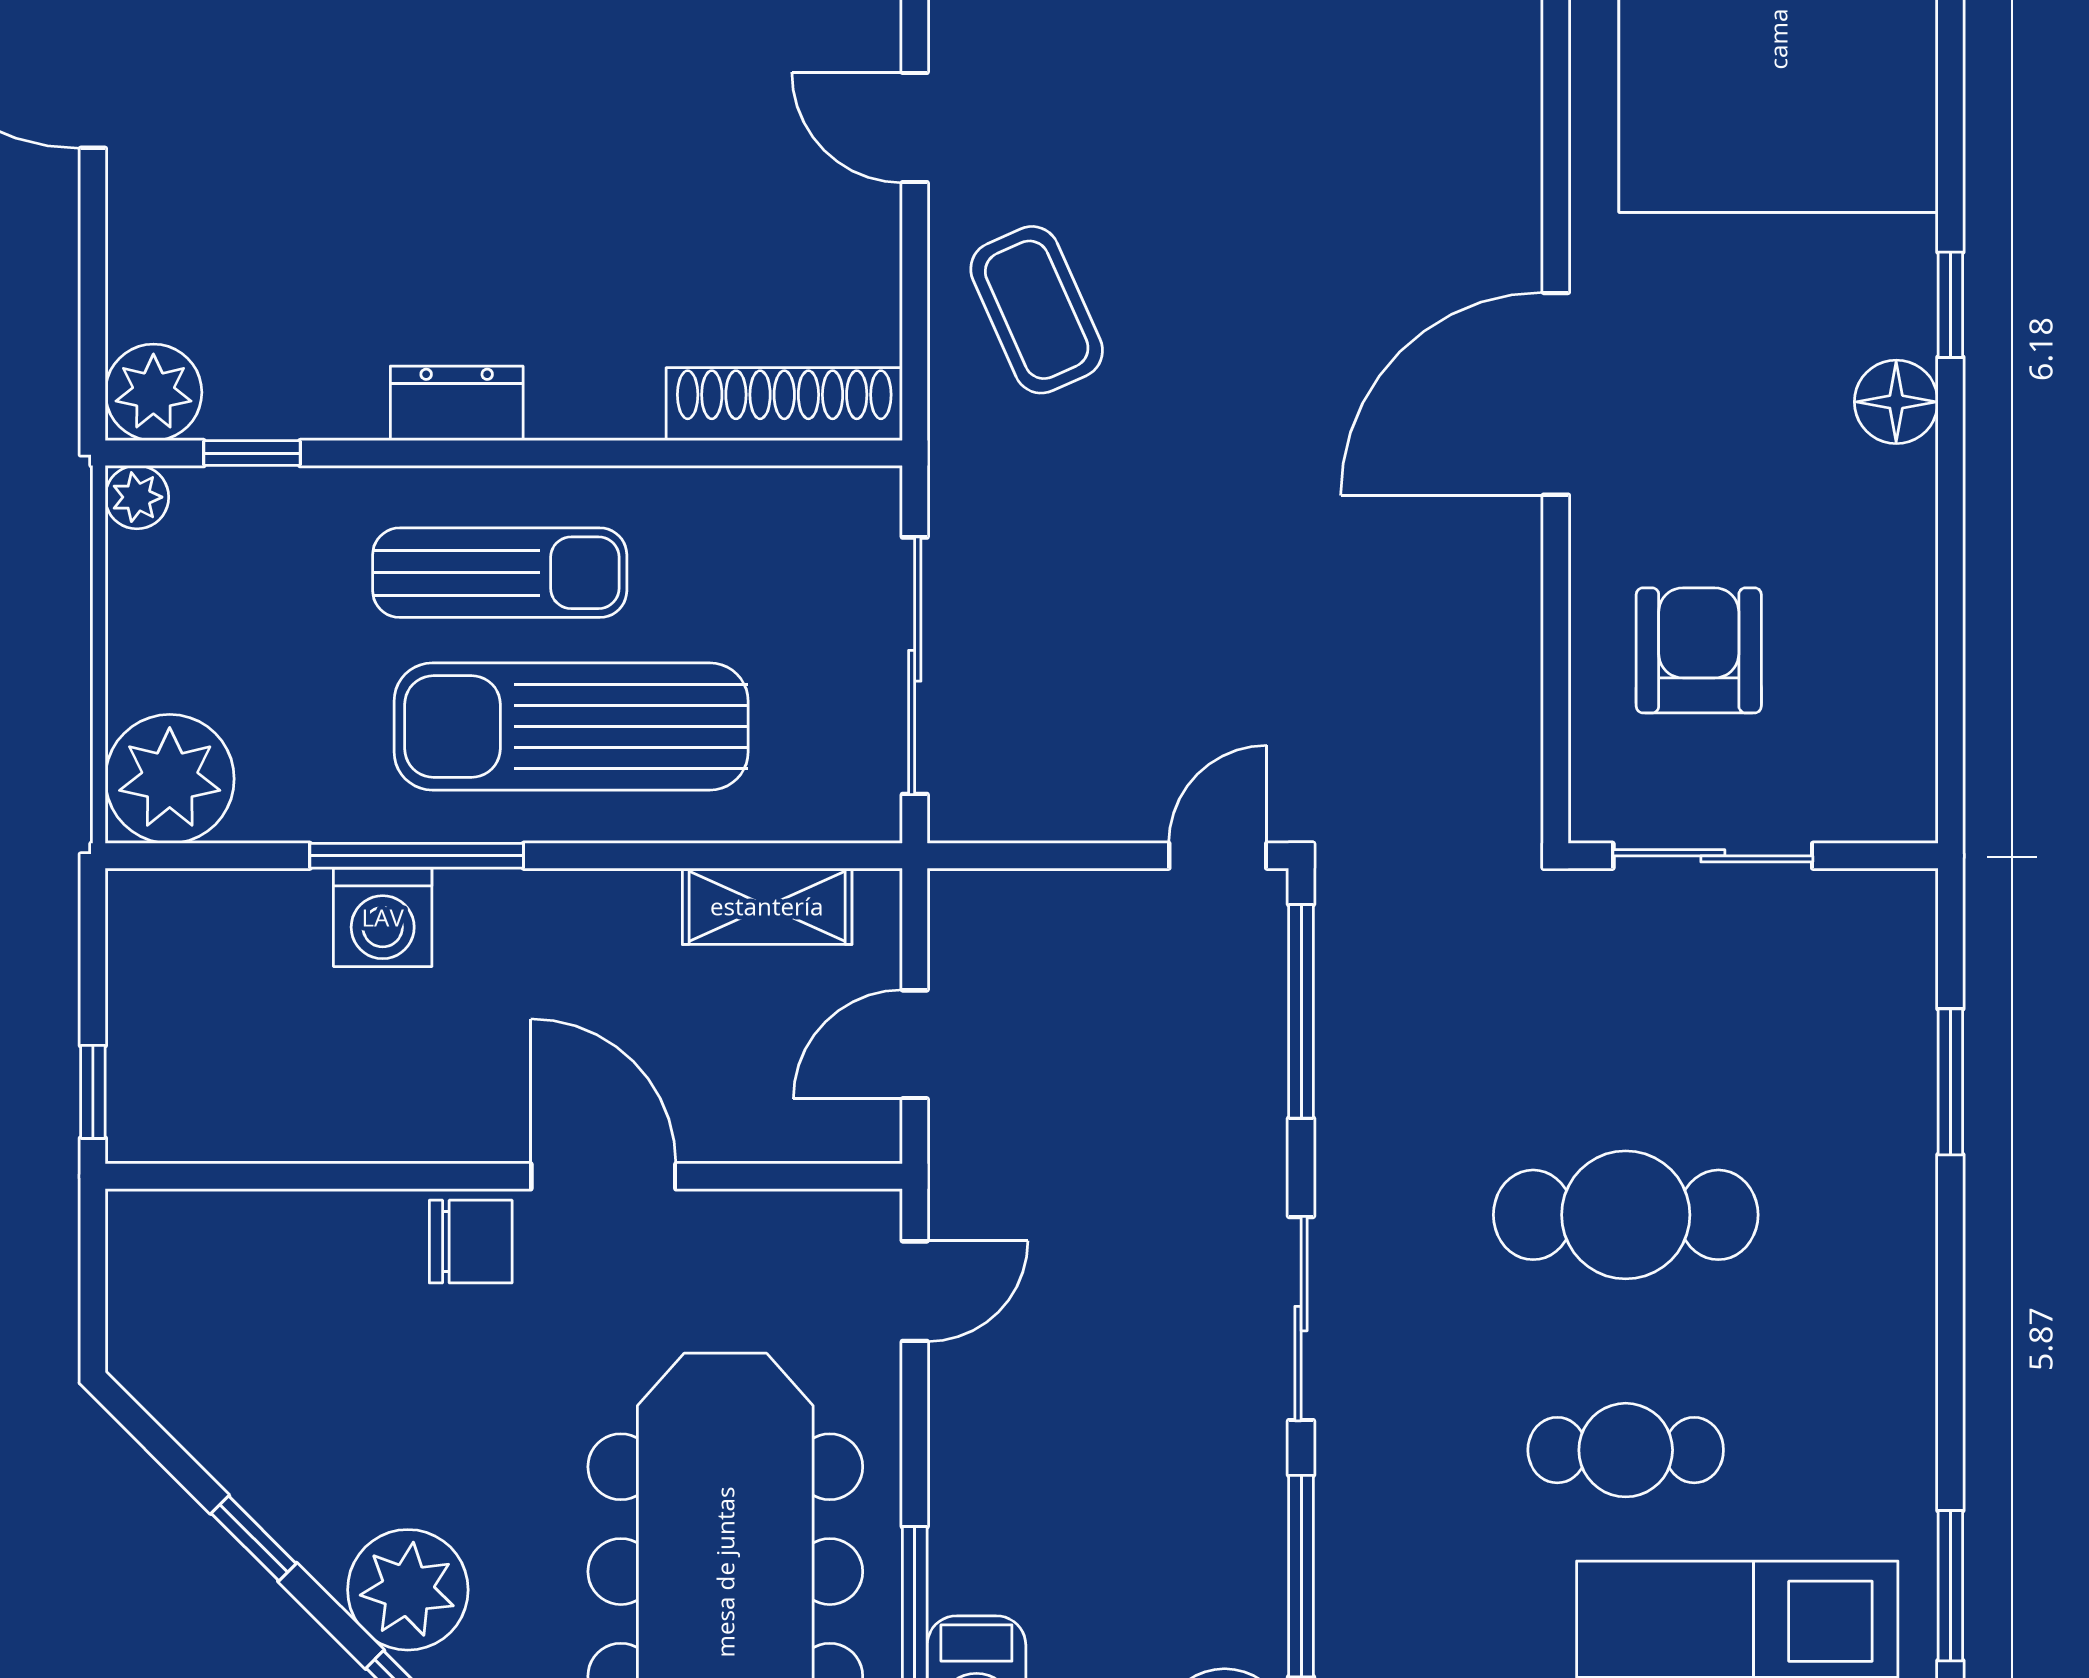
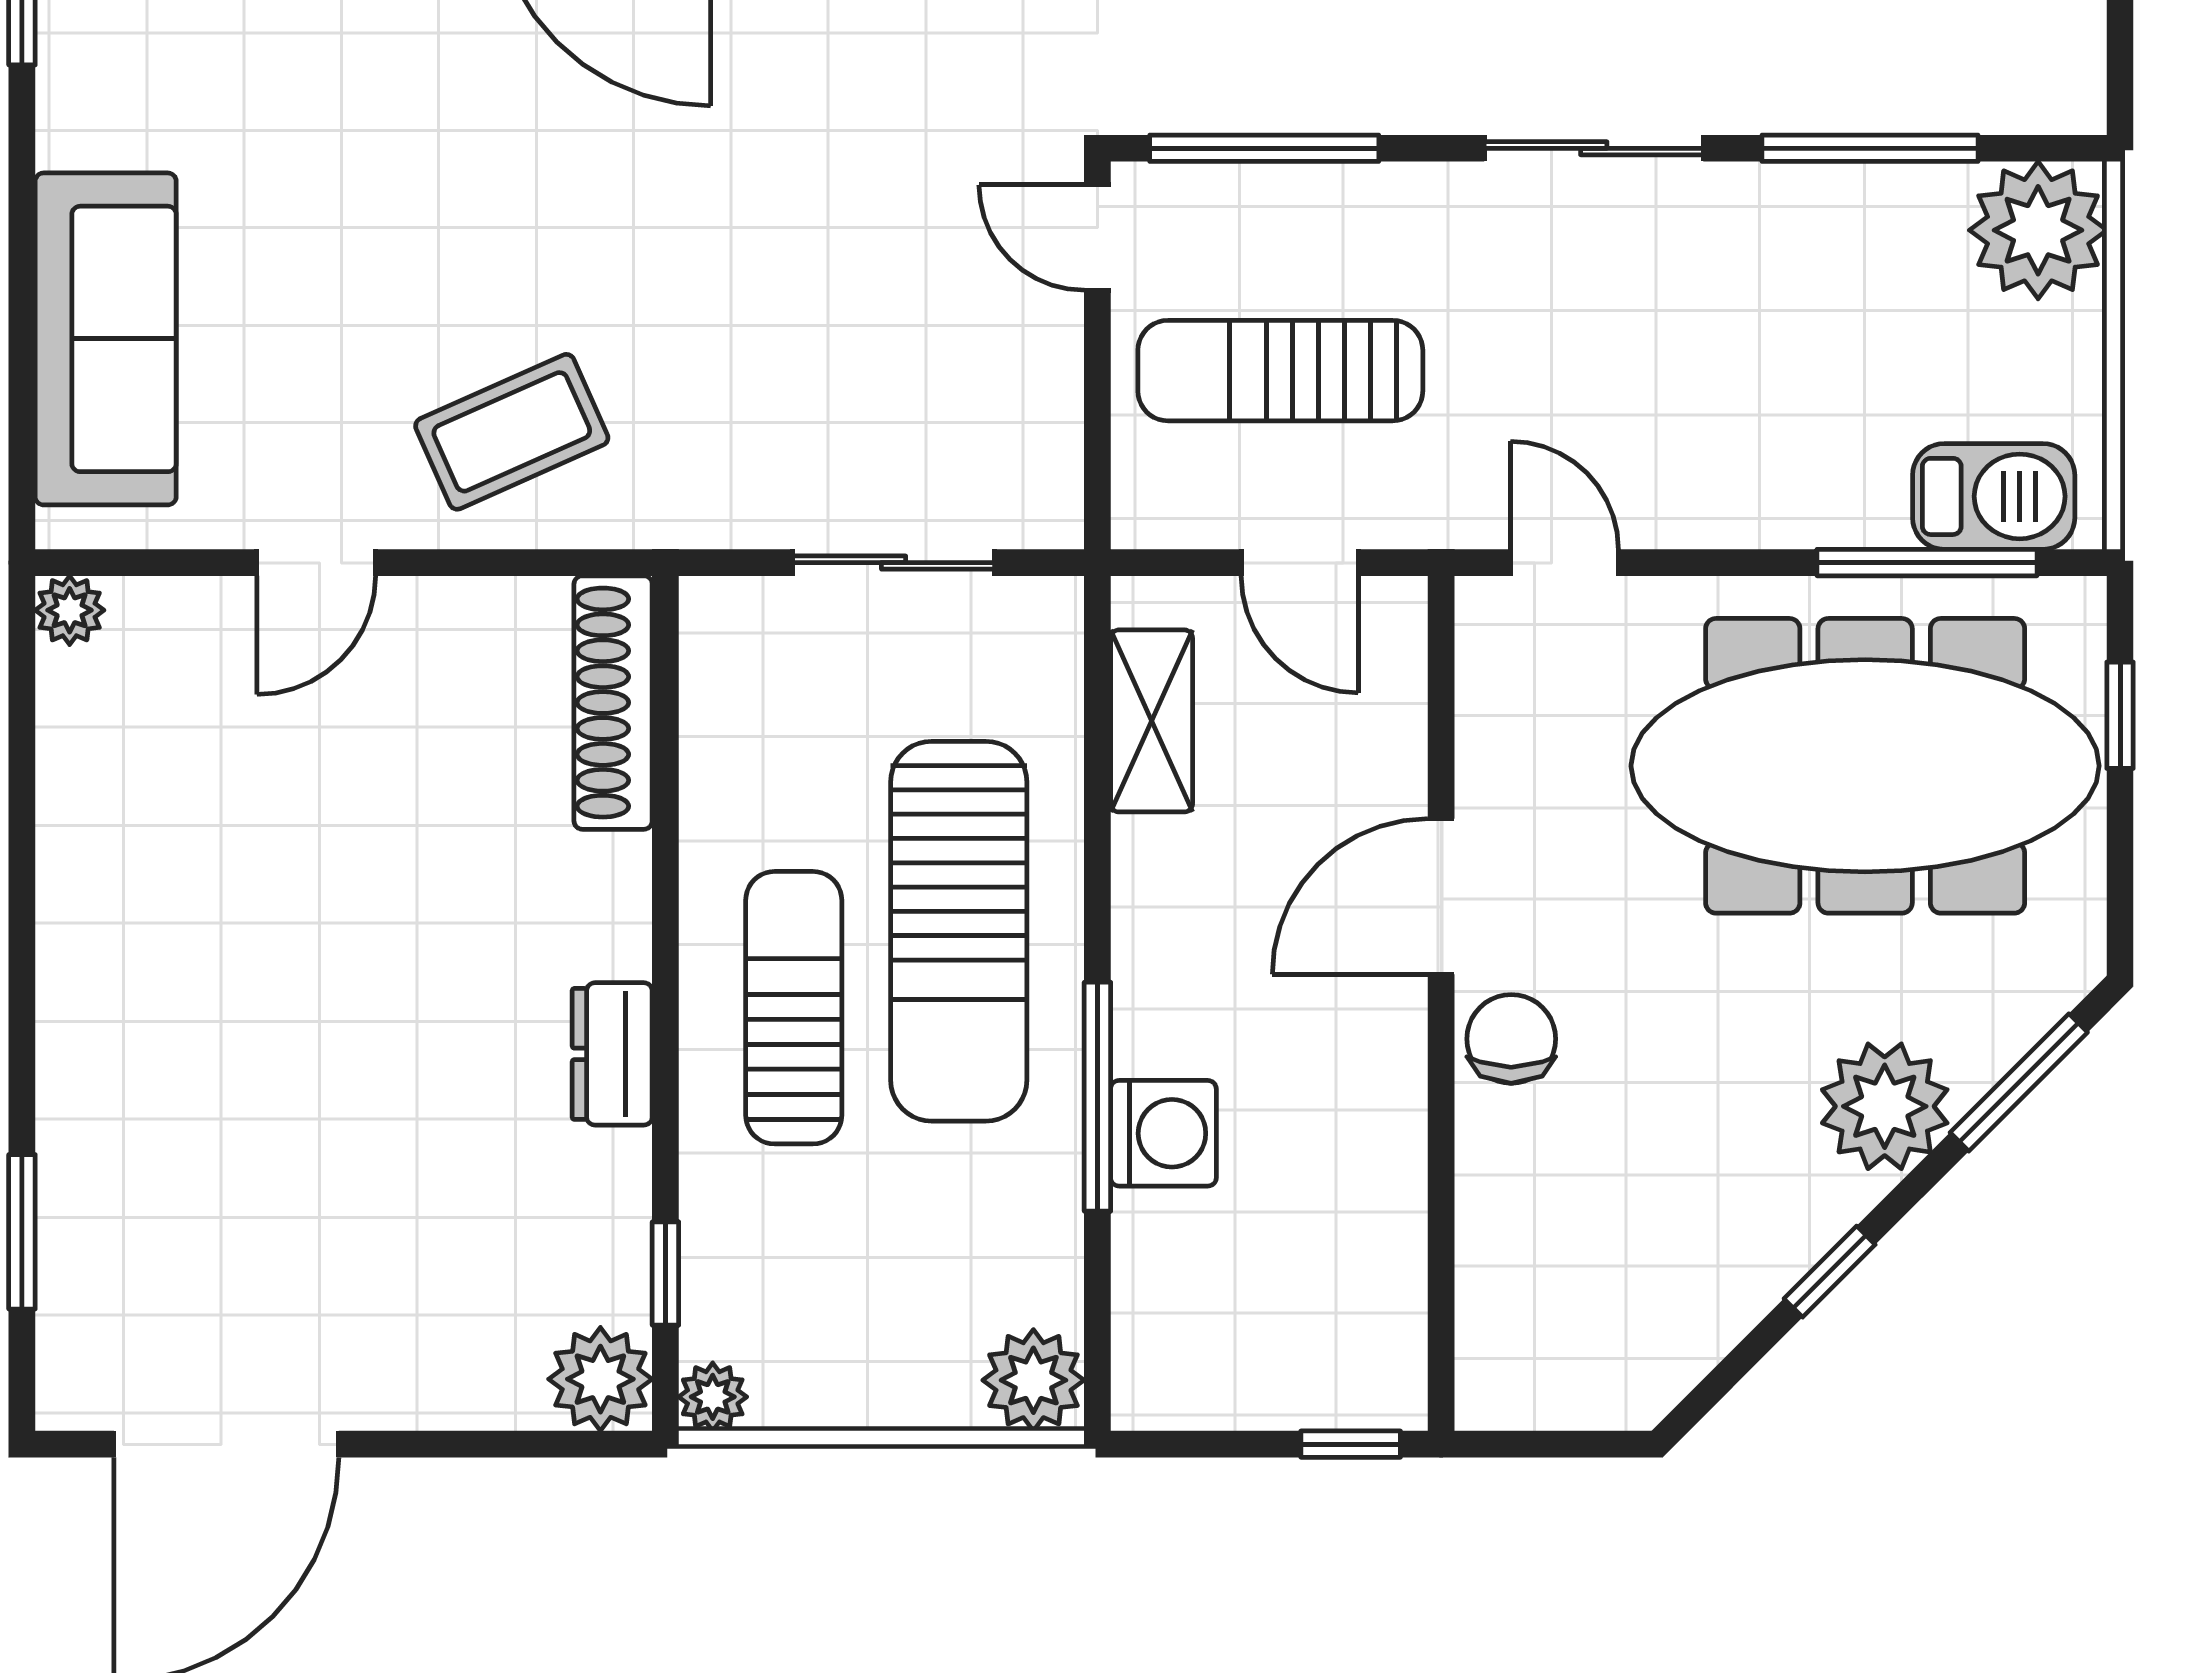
sliding door: (915, 666) -> (894, 563), width x0.73
plant: (170, 779) -> (1033, 1380), width x0.73, depth x0.73
sun lounger: (1094, 1026) -> (1280, 371), added

